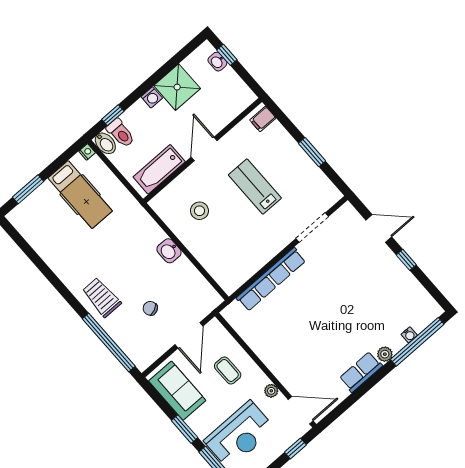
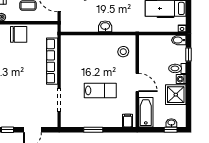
toilet: (121, 133) -> (177, 68), moved
bathtub: (159, 169) -> (146, 112), moved
stool: (199, 211) -> (123, 52), moved
chair: (274, 351) -> (19, 34), added

